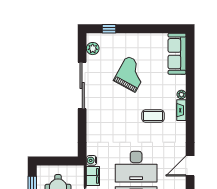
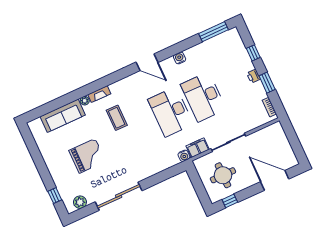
sofa: (177, 54) -> (63, 116), moved
grand piano: (131, 74) -> (87, 156), turned 151
desk: (136, 167) -> (171, 112), turned 180

